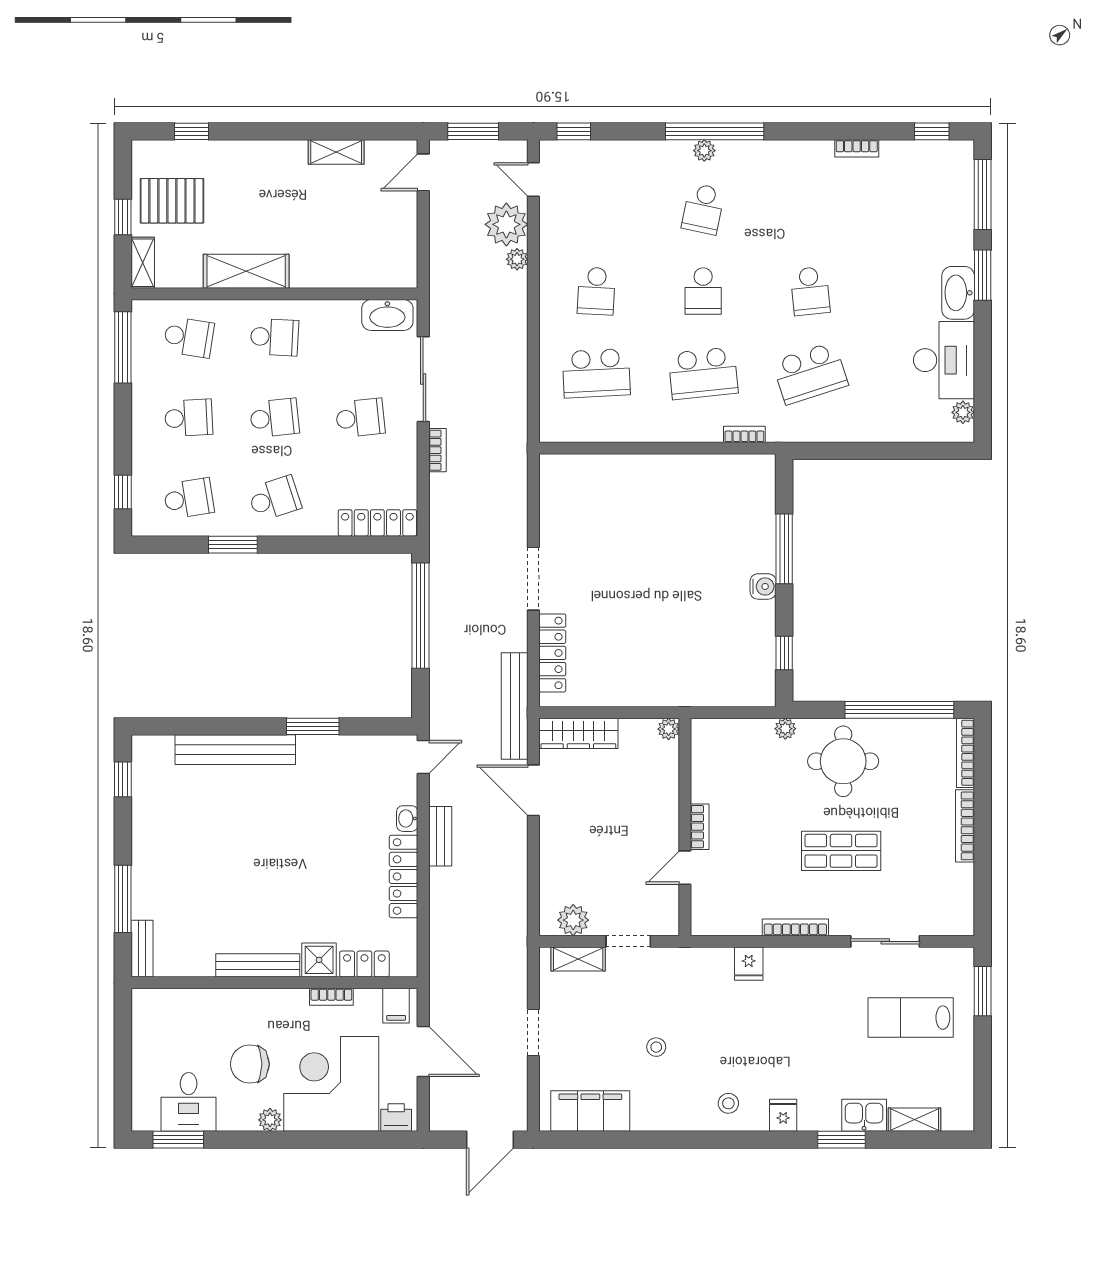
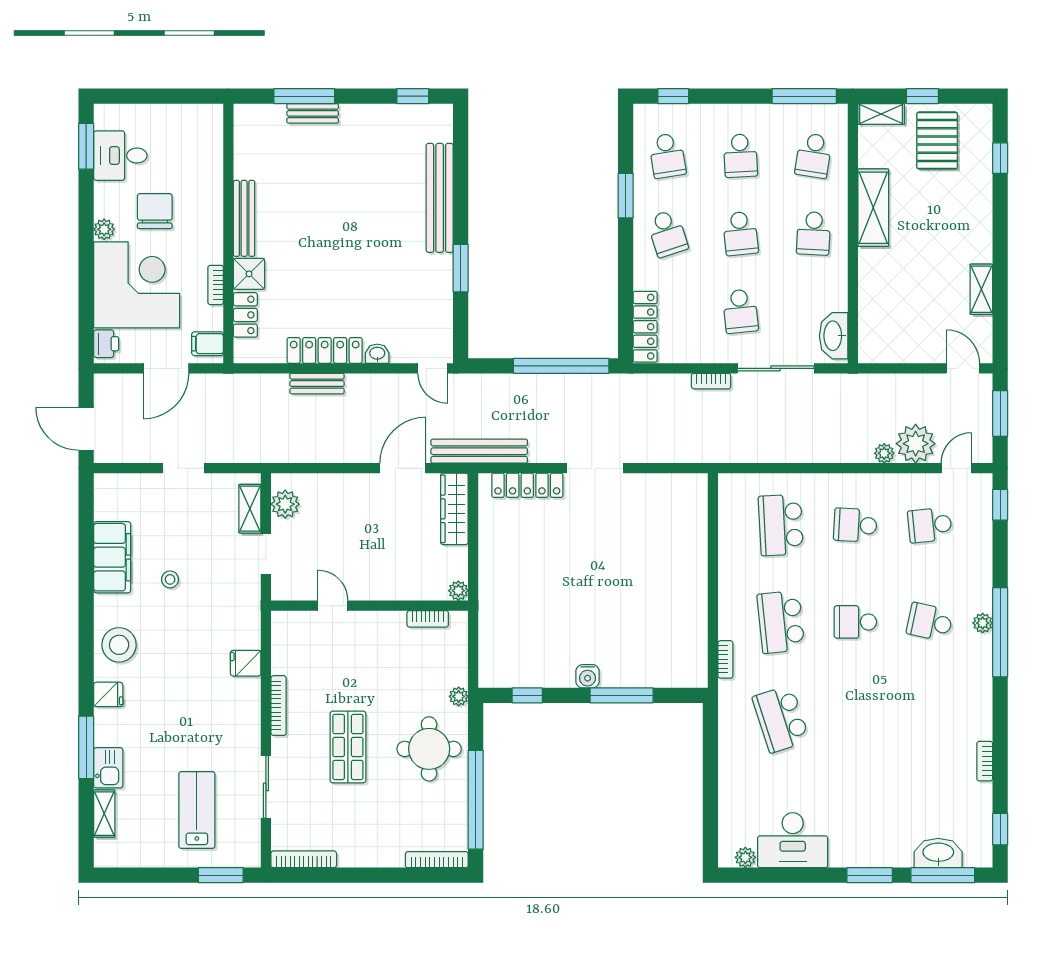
school desk: (810, 291) -> (930, 525), moved
washbasin: (958, 293) -> (938, 853), moved
bookcase: (965, 826) -> (304, 859), moved
bookcase: (700, 827) -> (428, 619), moved
bench: (440, 836) -> (317, 384), moved
bench: (142, 949) -> (313, 113), moved
stool: (728, 1103) -> (119, 645), width x1.89, depth x1.89
filing cabinet: (590, 1111) -> (112, 557), moved
window: (841, 1140) -> (86, 747), width x1.44

